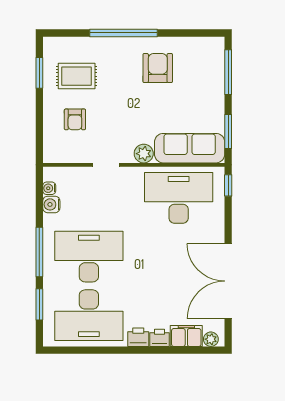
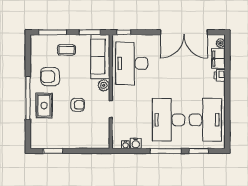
rug: (77, 76) -> (44, 106), moved
coffee table: (200, 94) -> (67, 50), added
armchair: (75, 119) -> (78, 105), moved
printer: (138, 337) -> (219, 89), removed

